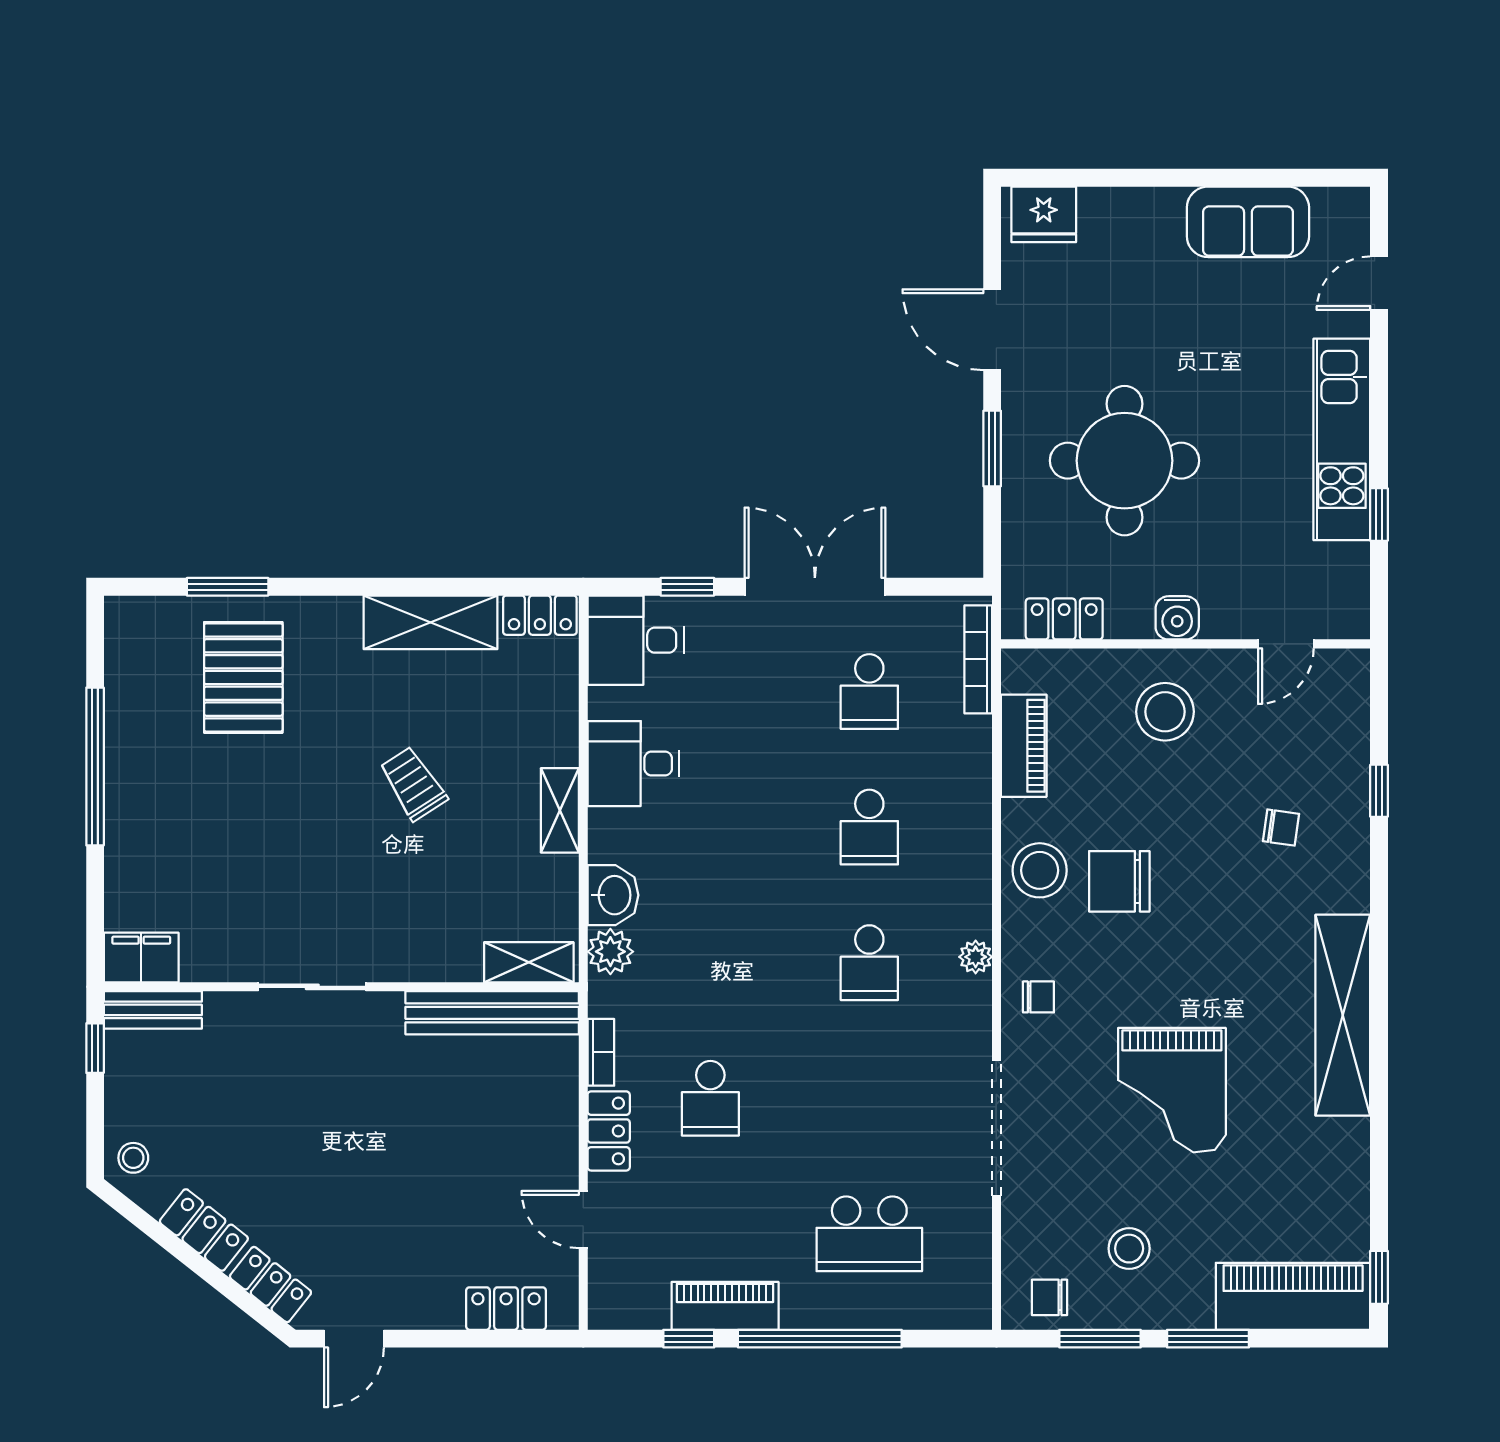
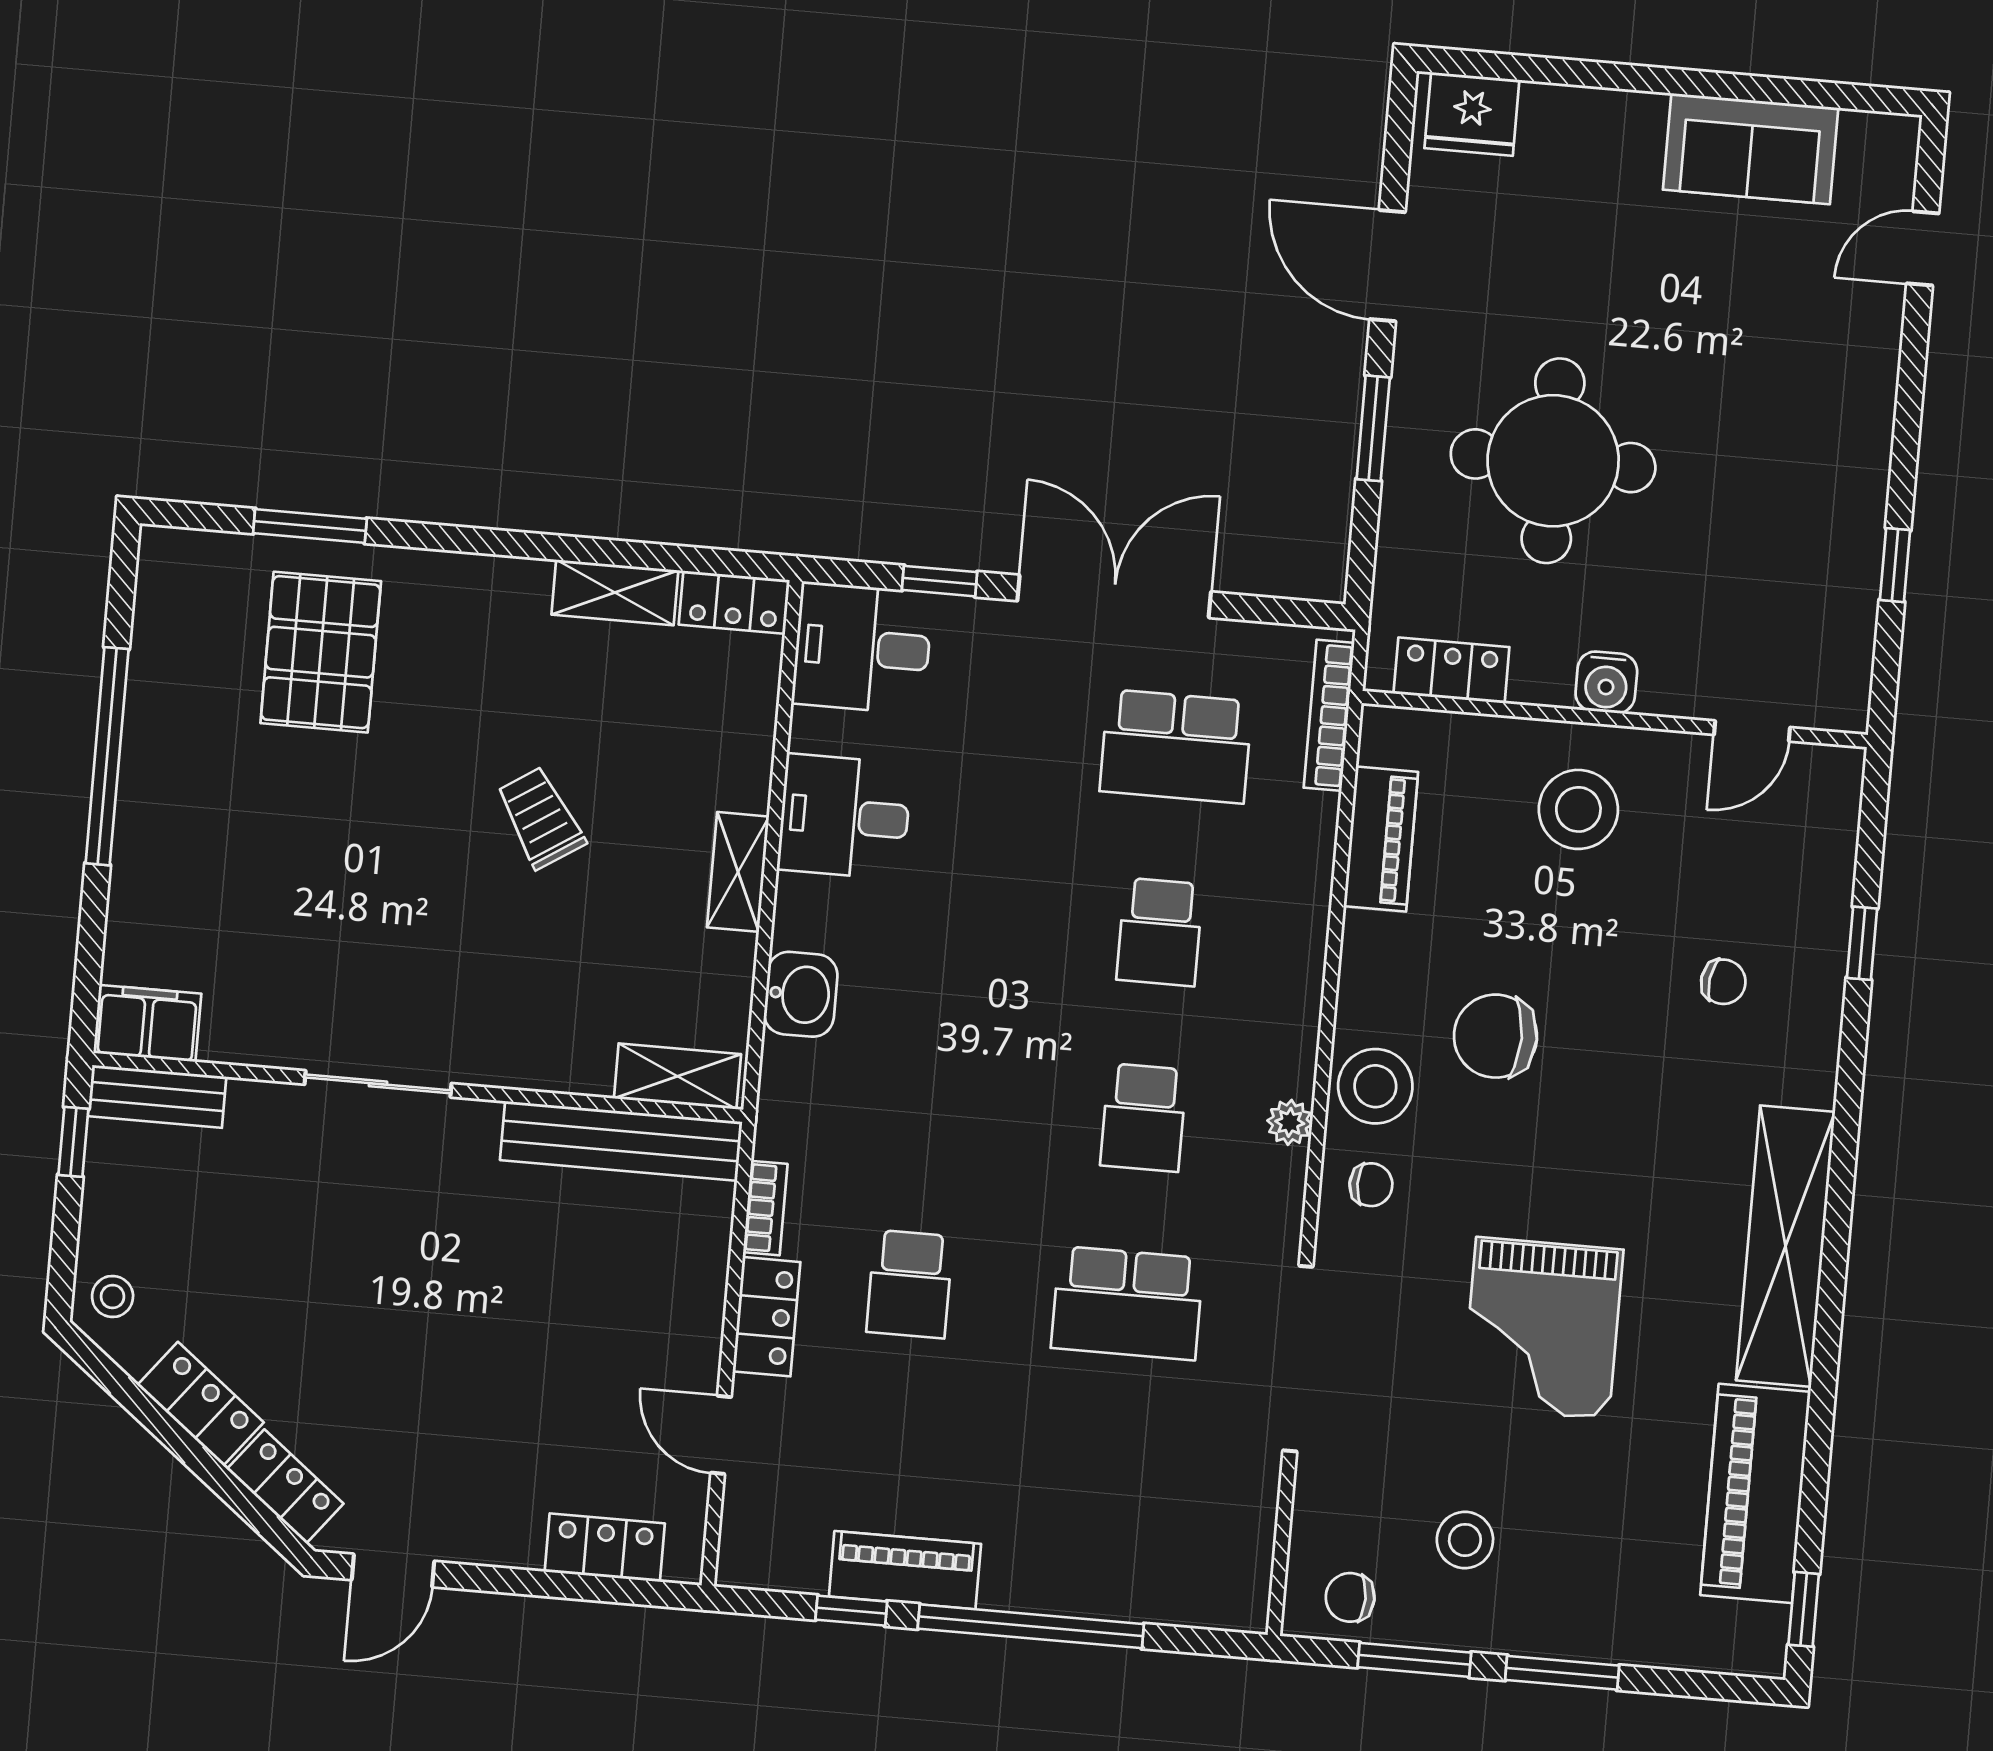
kitchen unit: (1342, 439) -> (1853, 458), removed
shelving: (431, 622) -> (615, 592), width x0.67, depth x0.75
school desk: (869, 692) -> (1176, 746), width x1.85
stool: (1040, 870) -> (1375, 1086), moved
plant: (610, 952) -> (790, 1071), removed
school desk: (869, 1234) -> (1127, 1303), moved
piano: (1293, 1296) -> (1755, 1493), moved, turned -90

